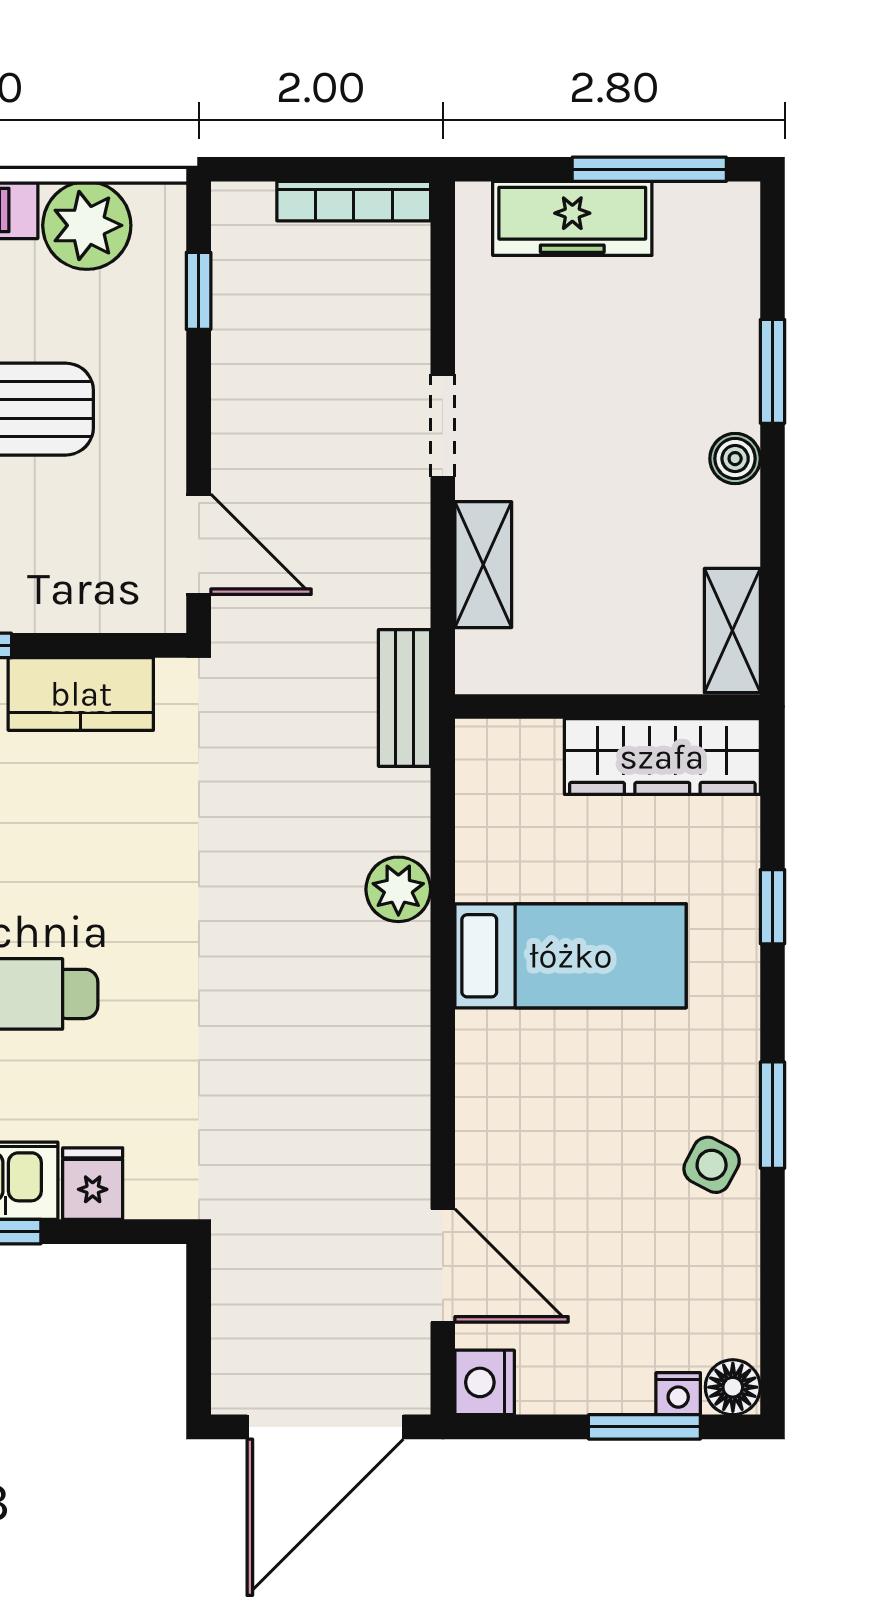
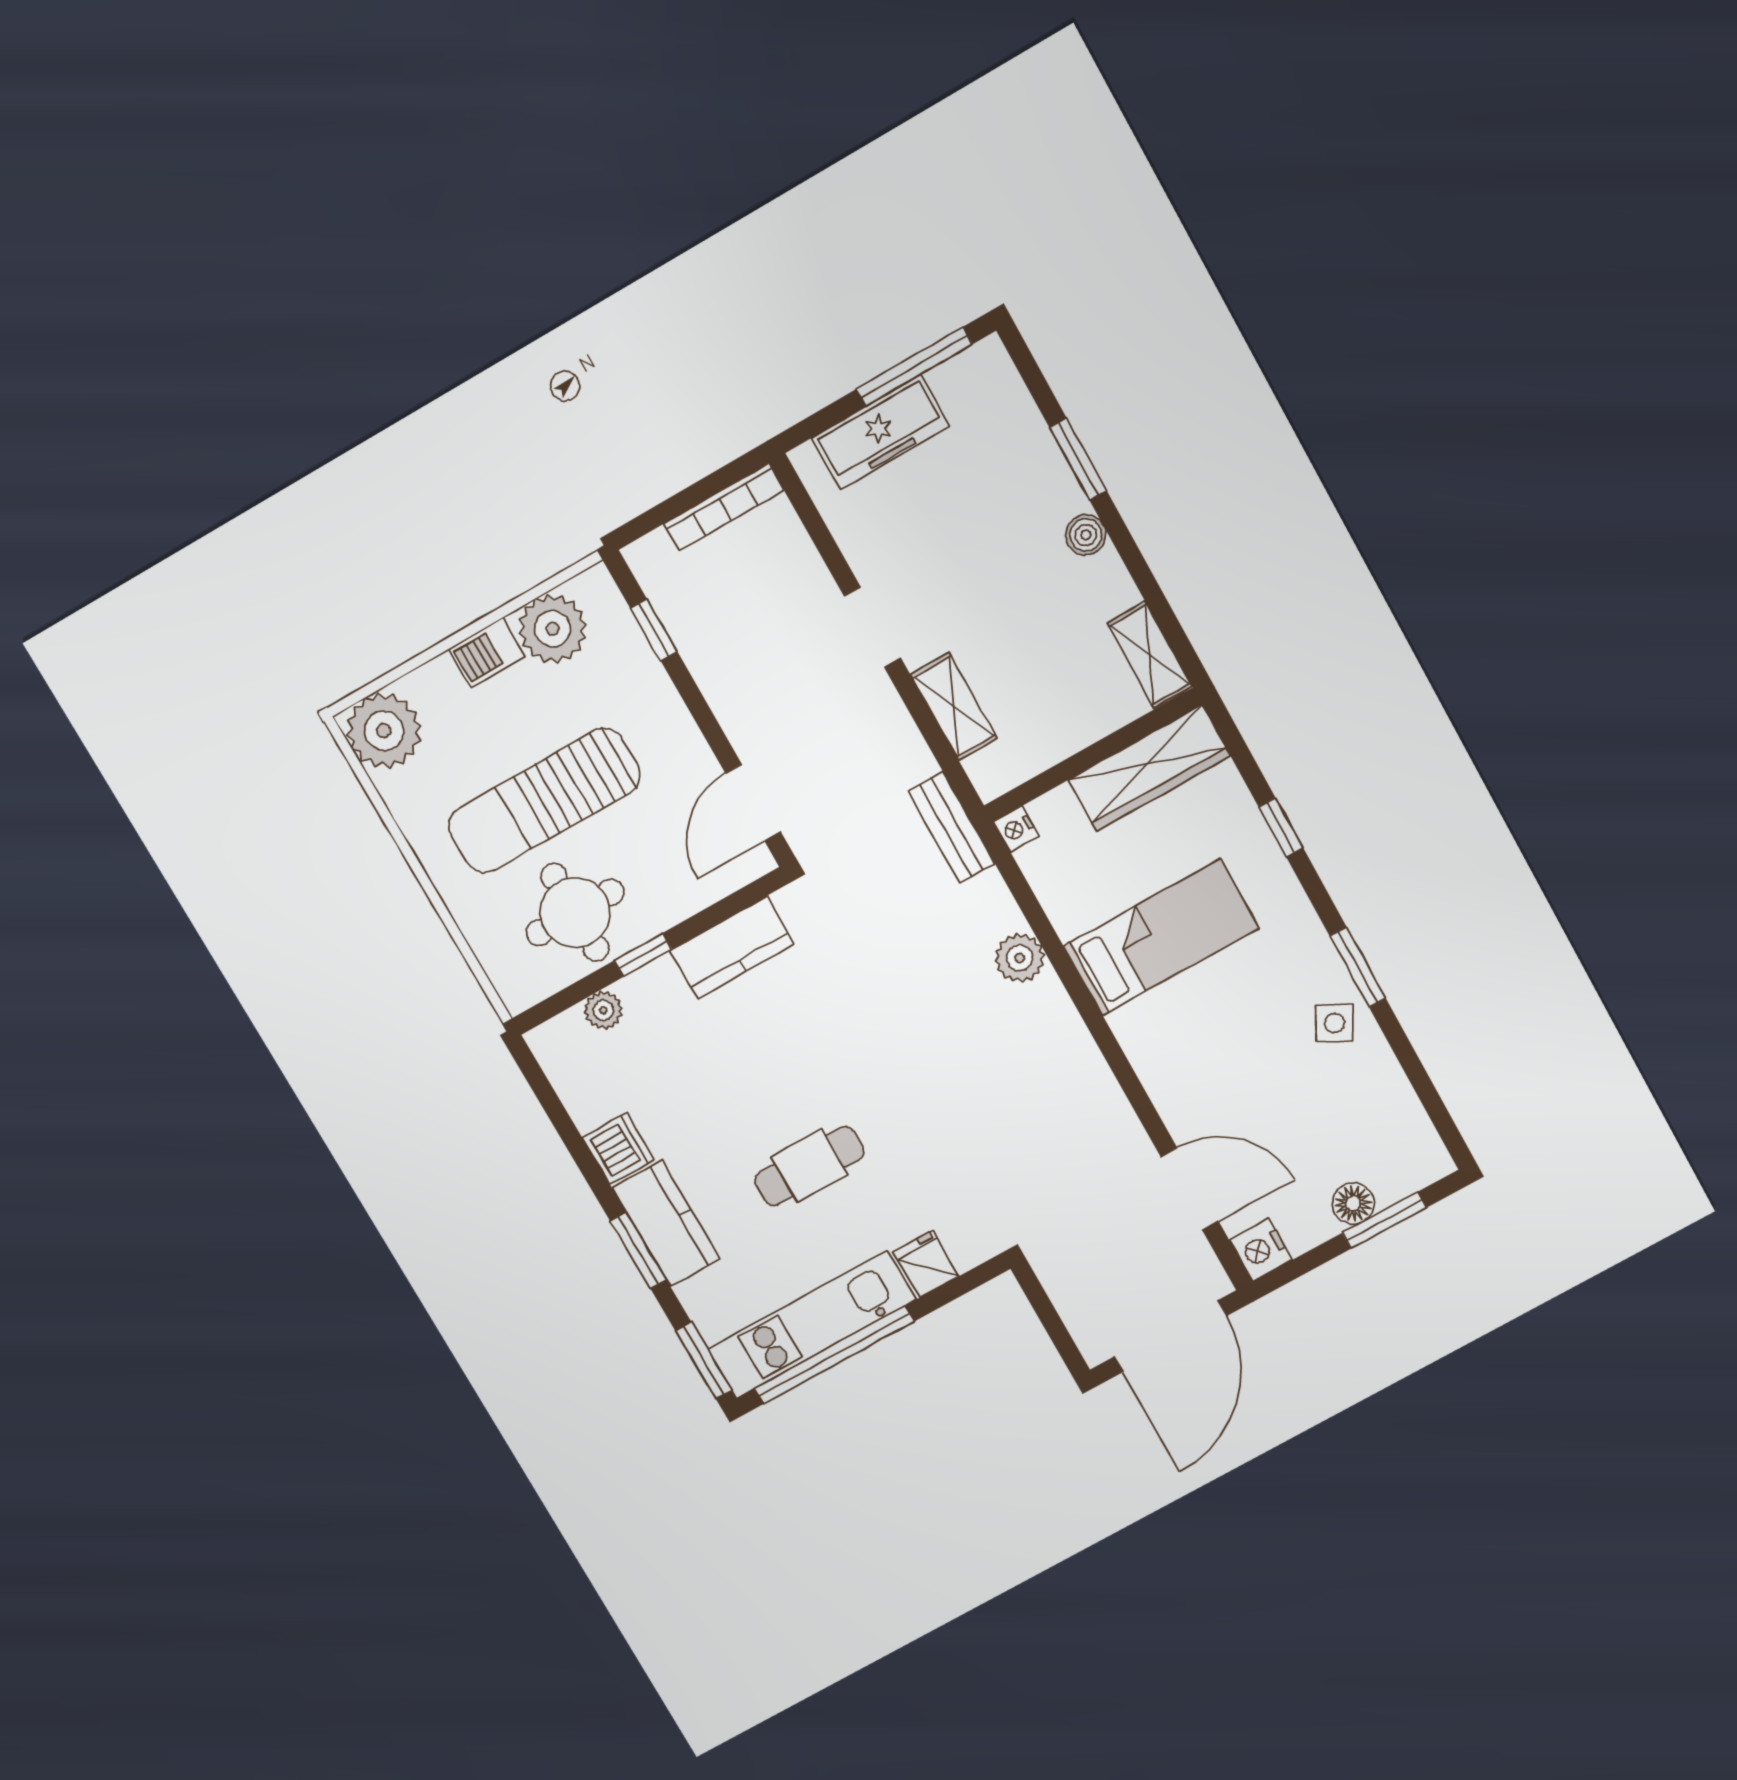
door: (199, 544) -> (753, 802), swing flipped
floor lamp: (733, 1387) -> (1353, 1204), moved
nightstand: (678, 1394) -> (1016, 829), moved, turned 90

